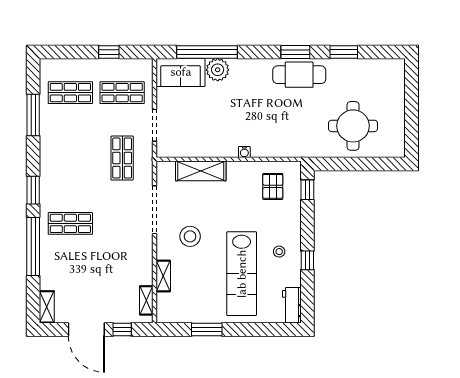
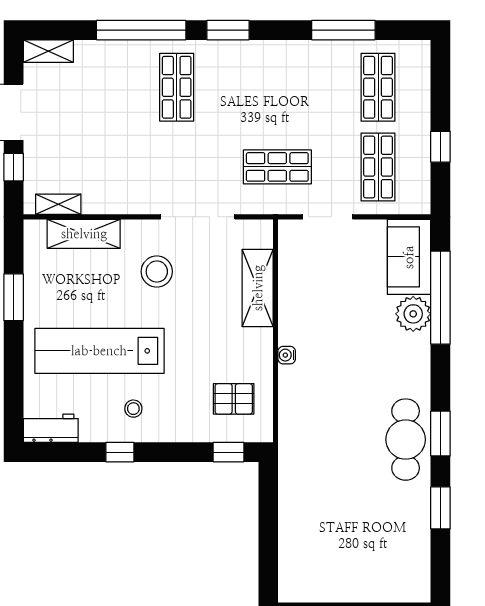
round table: (353, 126) -> (327, 522), removed
shelving: (163, 276) -> (84, 234), width x1.50, depth x1.33

